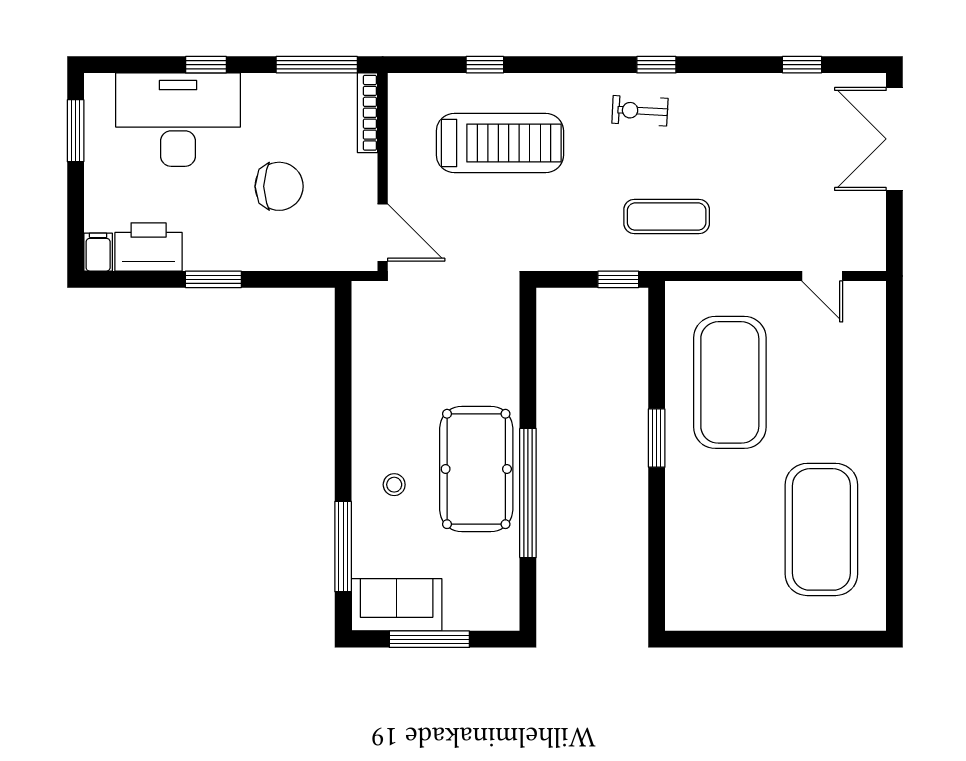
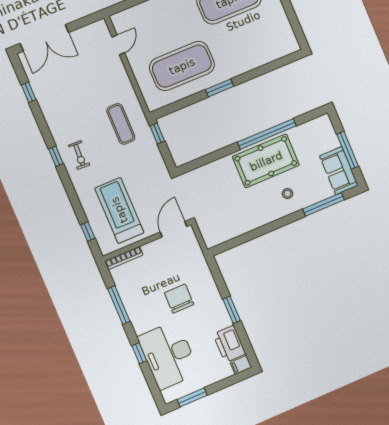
bookcase: (368, 113) -> (124, 258), moved
wall: (383, 172) -> (147, 240), moved
door: (383, 233) -> (174, 229), moved

